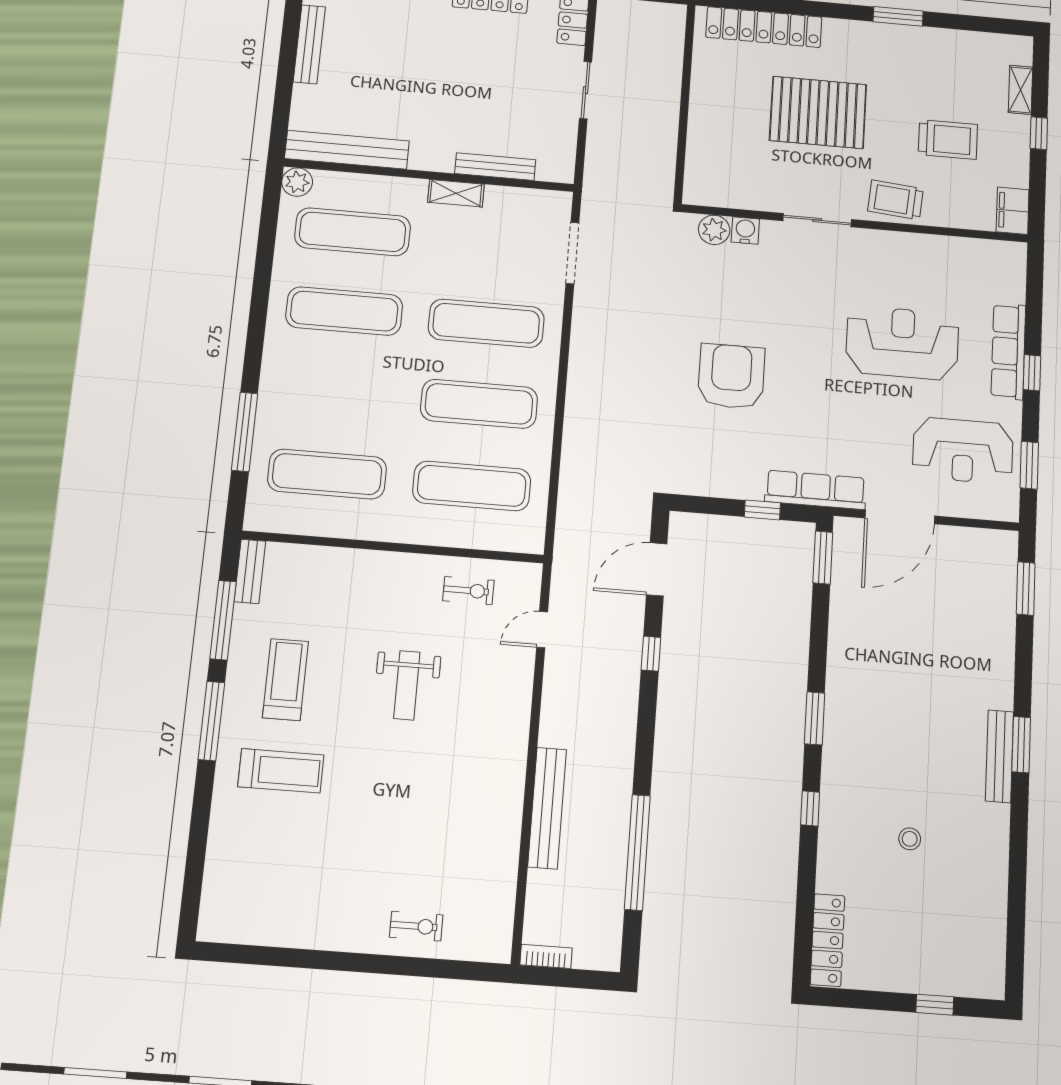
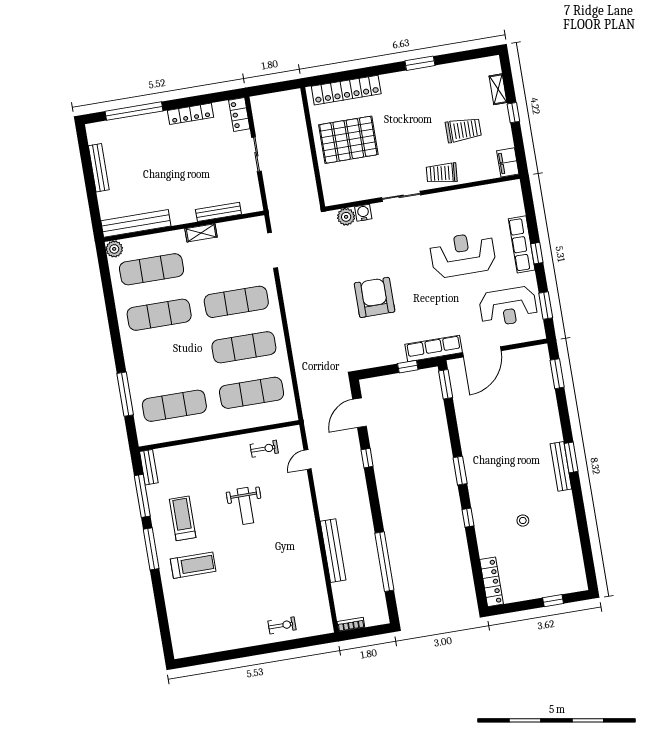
pallet: (818, 112) -> (348, 140), moved

